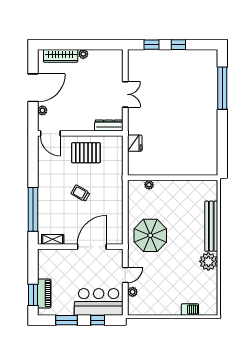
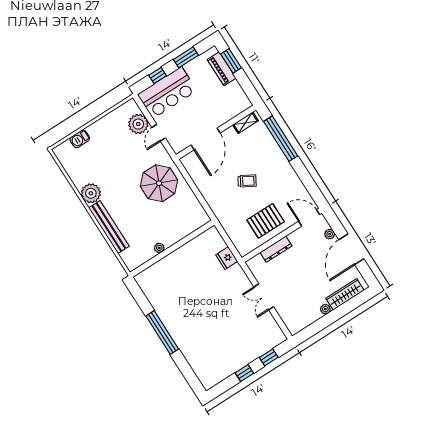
window: (222, 88) -> (162, 333), moved
dresser: (109, 125) -> (276, 249), moved
plant: (149, 185) -> (159, 248), moved
plant: (133, 292) -> (138, 124), width x1.88, depth x1.88

